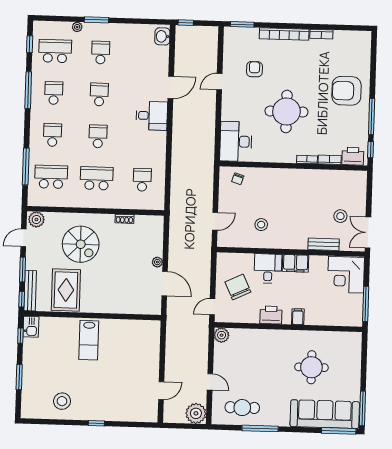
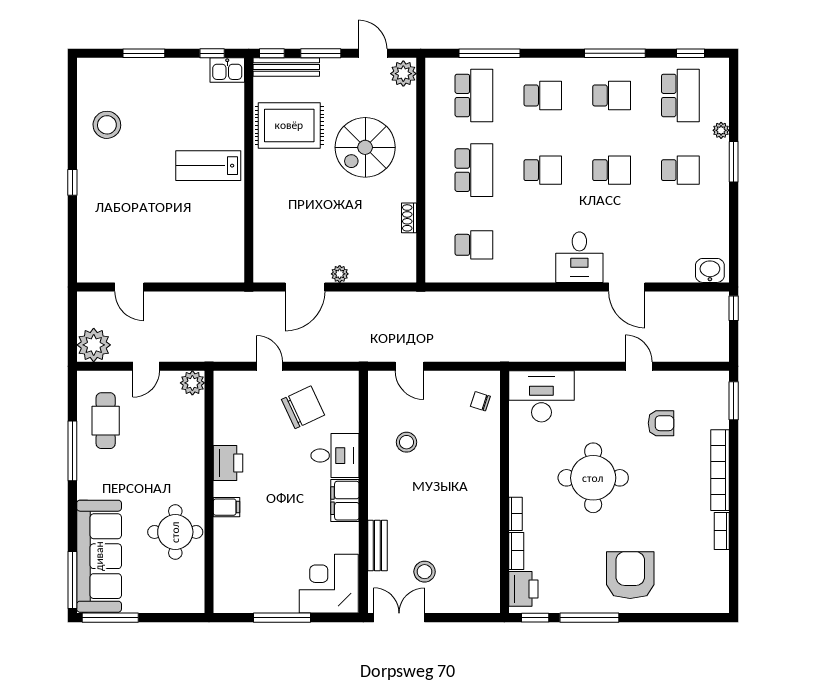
printer: (271, 315) -> (228, 463), moved
filing cabinet: (298, 317) -> (227, 507), moved
wall: (288, 327) -> (209, 492), moved
plant: (222, 335) -> (192, 383), moved

